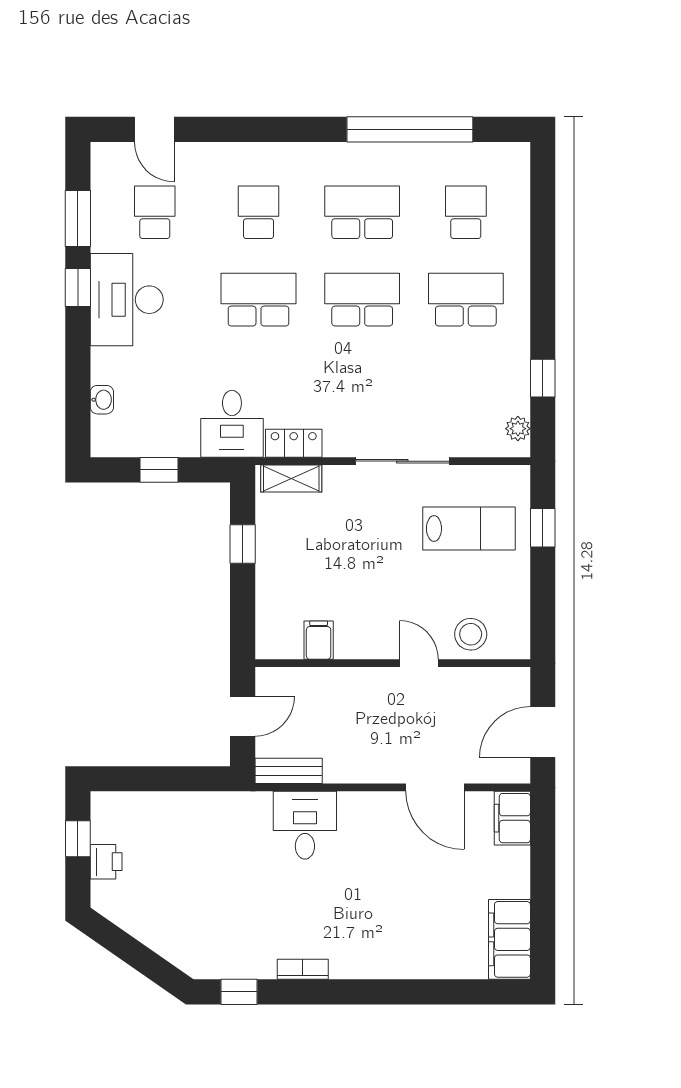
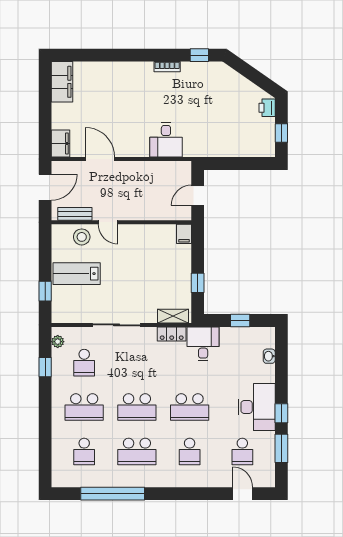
school desk: (466, 387) -> (84, 363), added
lab bench: (469, 529) -> (77, 274), moved
filing cabinet: (319, 640) -> (184, 234), moved
bench: (289, 771) -> (75, 214), moved
printer: (106, 862) -> (267, 108), moved

